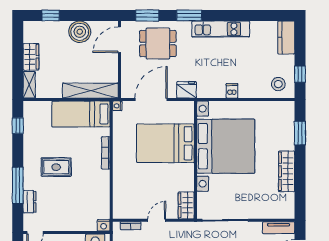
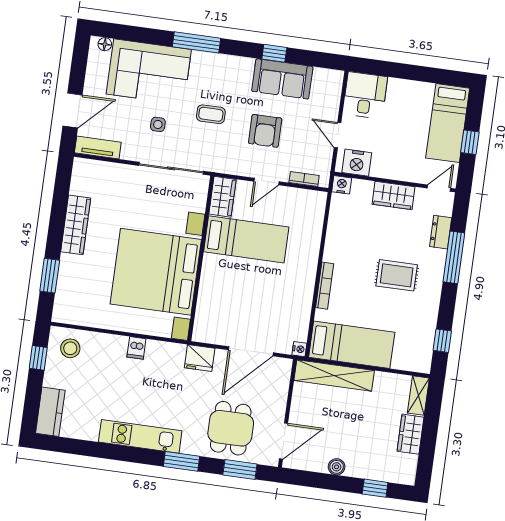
boiler: (80, 32) -> (337, 467), width x0.54, depth x0.54
dining table: (158, 44) -> (231, 428), turned 90
bed: (165, 143) -> (246, 239), moved, width x0.67
wardrobe: (66, 223) -> (394, 195), added

